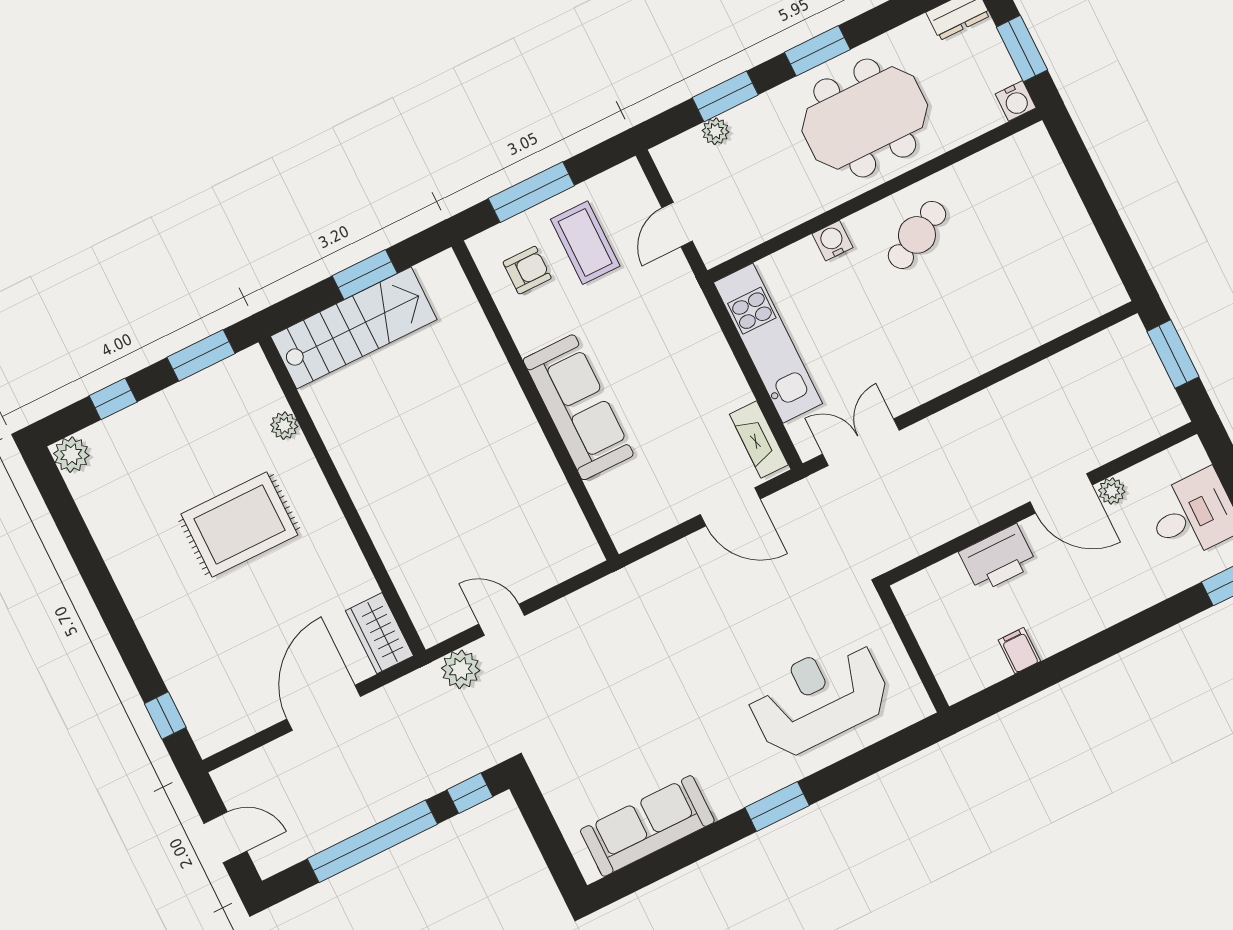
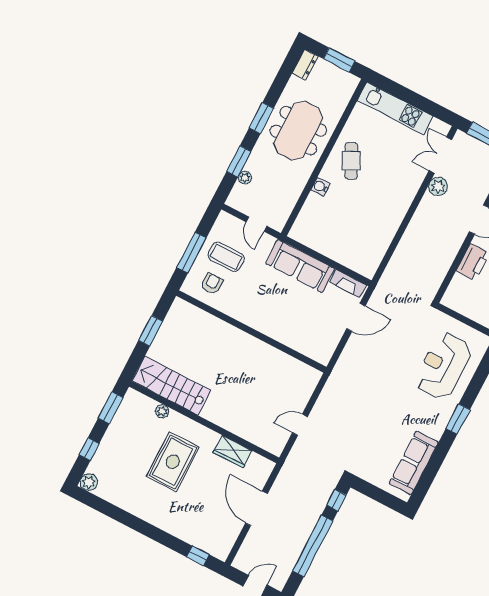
water cooler: (1016, 101) -> (351, 82), removed
stairs: (354, 328) -> (171, 386), moved, turned -90
kitchen unit: (768, 343) -> (395, 108), moved, turned 180
sofa: (578, 407) -> (300, 266), moved, turned 180
double door: (861, 442) -> (440, 155), moved
wardrobe: (379, 633) -> (233, 452), moved
plant: (461, 669) -> (438, 186), moved

